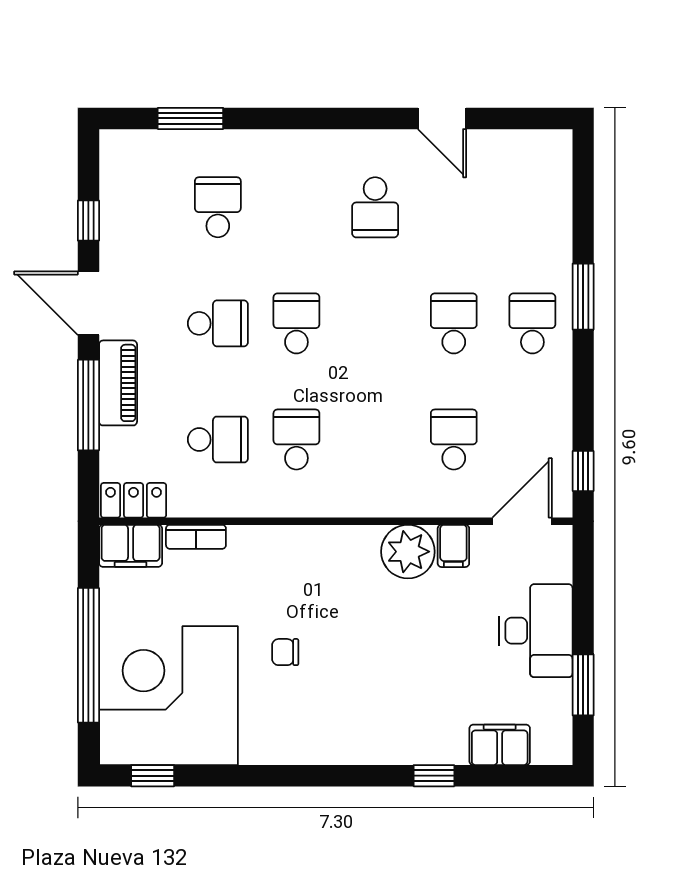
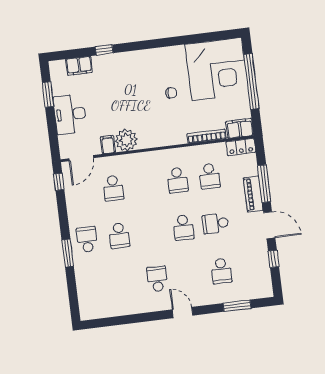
door: (442, 118) -> (183, 313), moved
school desk: (532, 323) -> (87, 239), turned 180
school desk: (218, 440) -> (210, 176), turned -90
bookcase: (196, 537) -> (207, 136), width x1.56
window: (153, 776) -> (219, 36), removed

